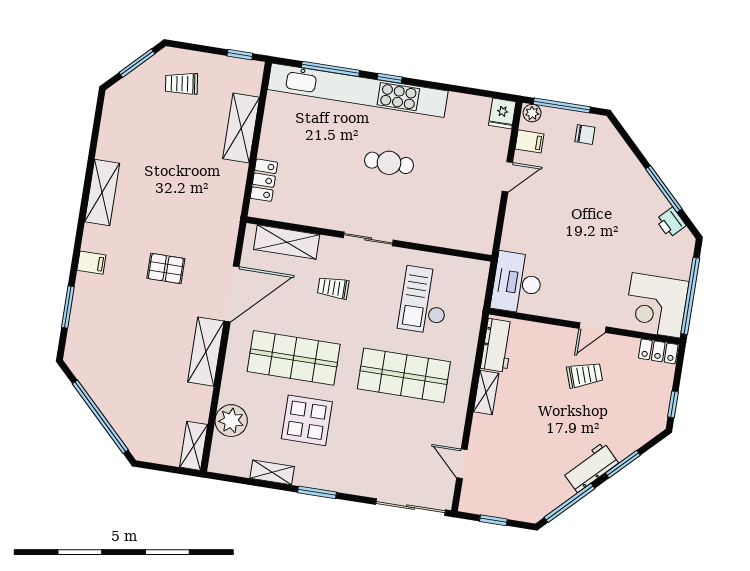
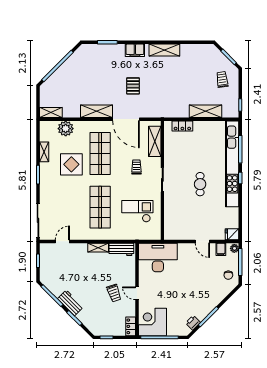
filing cabinet: (91, 263) -> (135, 50), width x2.00
desk: (517, 283) -> (158, 257), width x1.36, depth x1.30

